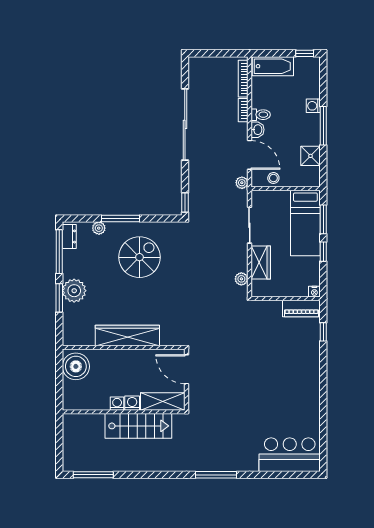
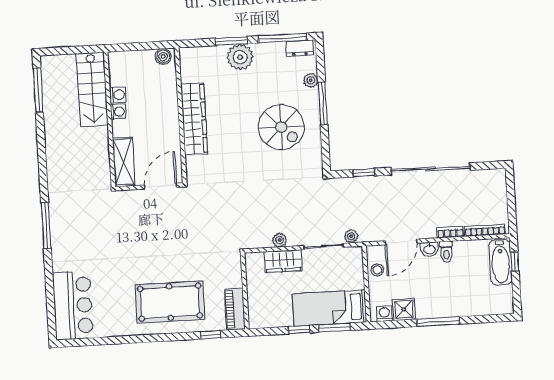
window: (305, 53) -> (515, 261), moved
washing machine: (313, 106) -> (384, 314), moved
plant: (242, 183) -> (351, 236), moved
window: (185, 202) -> (364, 173), moved
plant: (241, 279) -> (280, 240), moved
nightstand: (314, 292) -> (254, 322), removed
boiler: (76, 366) -> (163, 56), width x0.54, depth x0.54
pool table: (292, 367) -> (170, 302), added
washing machine: (132, 403) -> (118, 95), moved
stairs: (138, 426) -> (92, 89), moved

